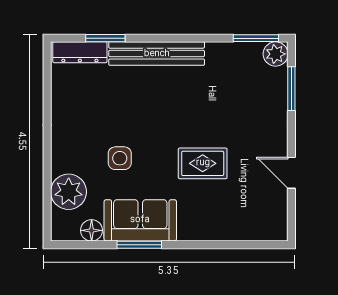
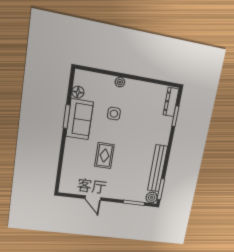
bench: (157, 54) -> (158, 168), moved
door: (291, 173) -> (93, 198), swing flipped
plant: (69, 192) -> (120, 82), moved, width x0.53, depth x0.53

